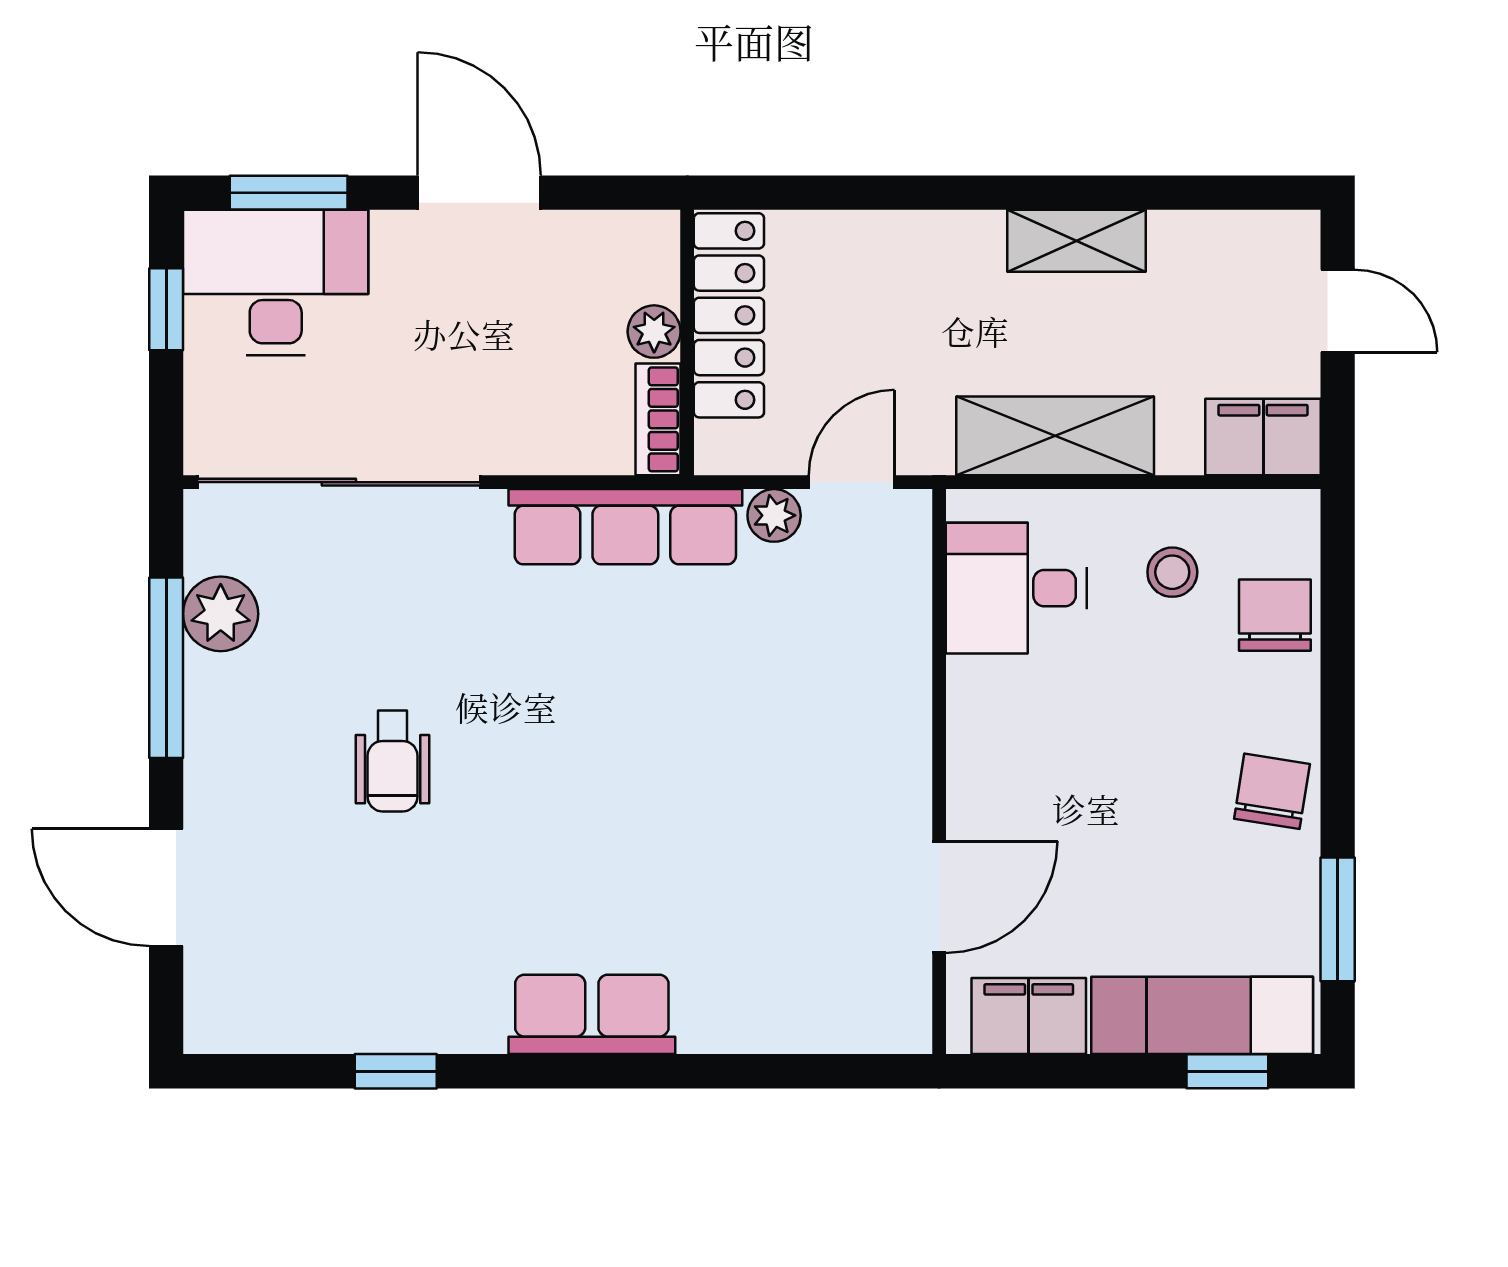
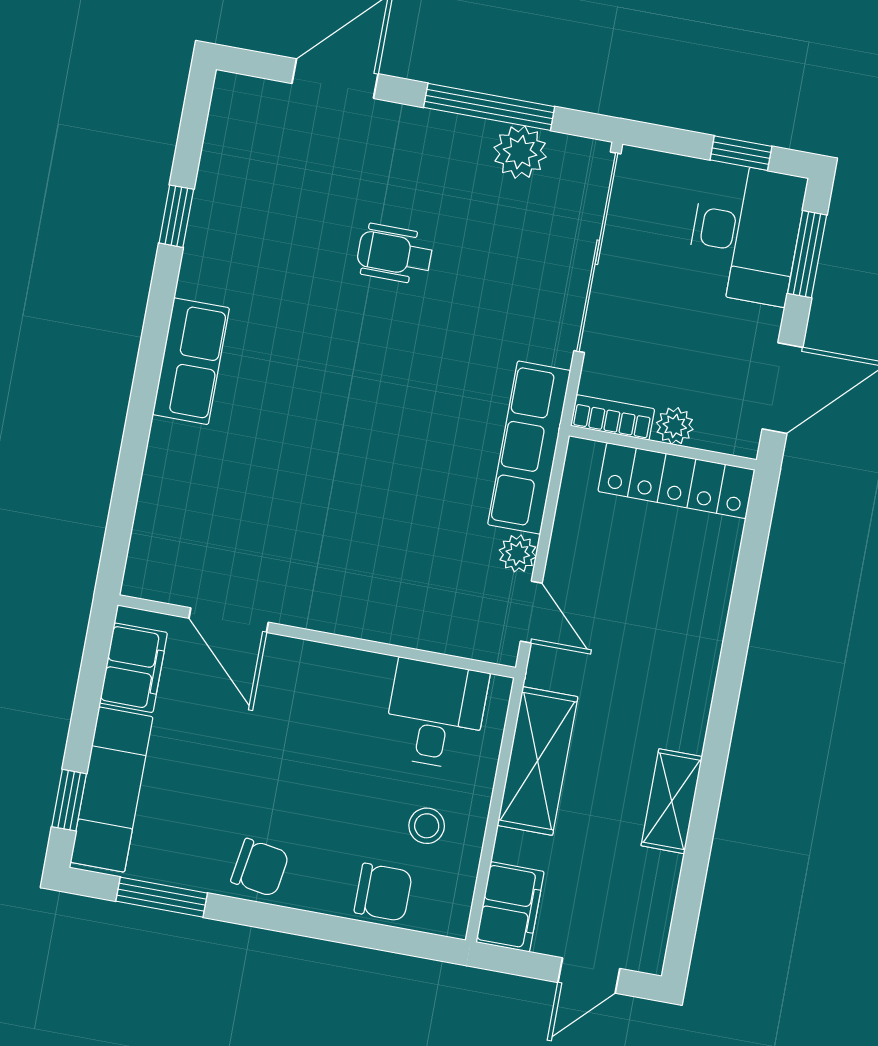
locker: (729, 315) -> (676, 481), moved
plant: (654, 332) -> (675, 426), moved
wall: (687, 343) -> (663, 448), moved
bookcase: (658, 419) -> (613, 417), moved

